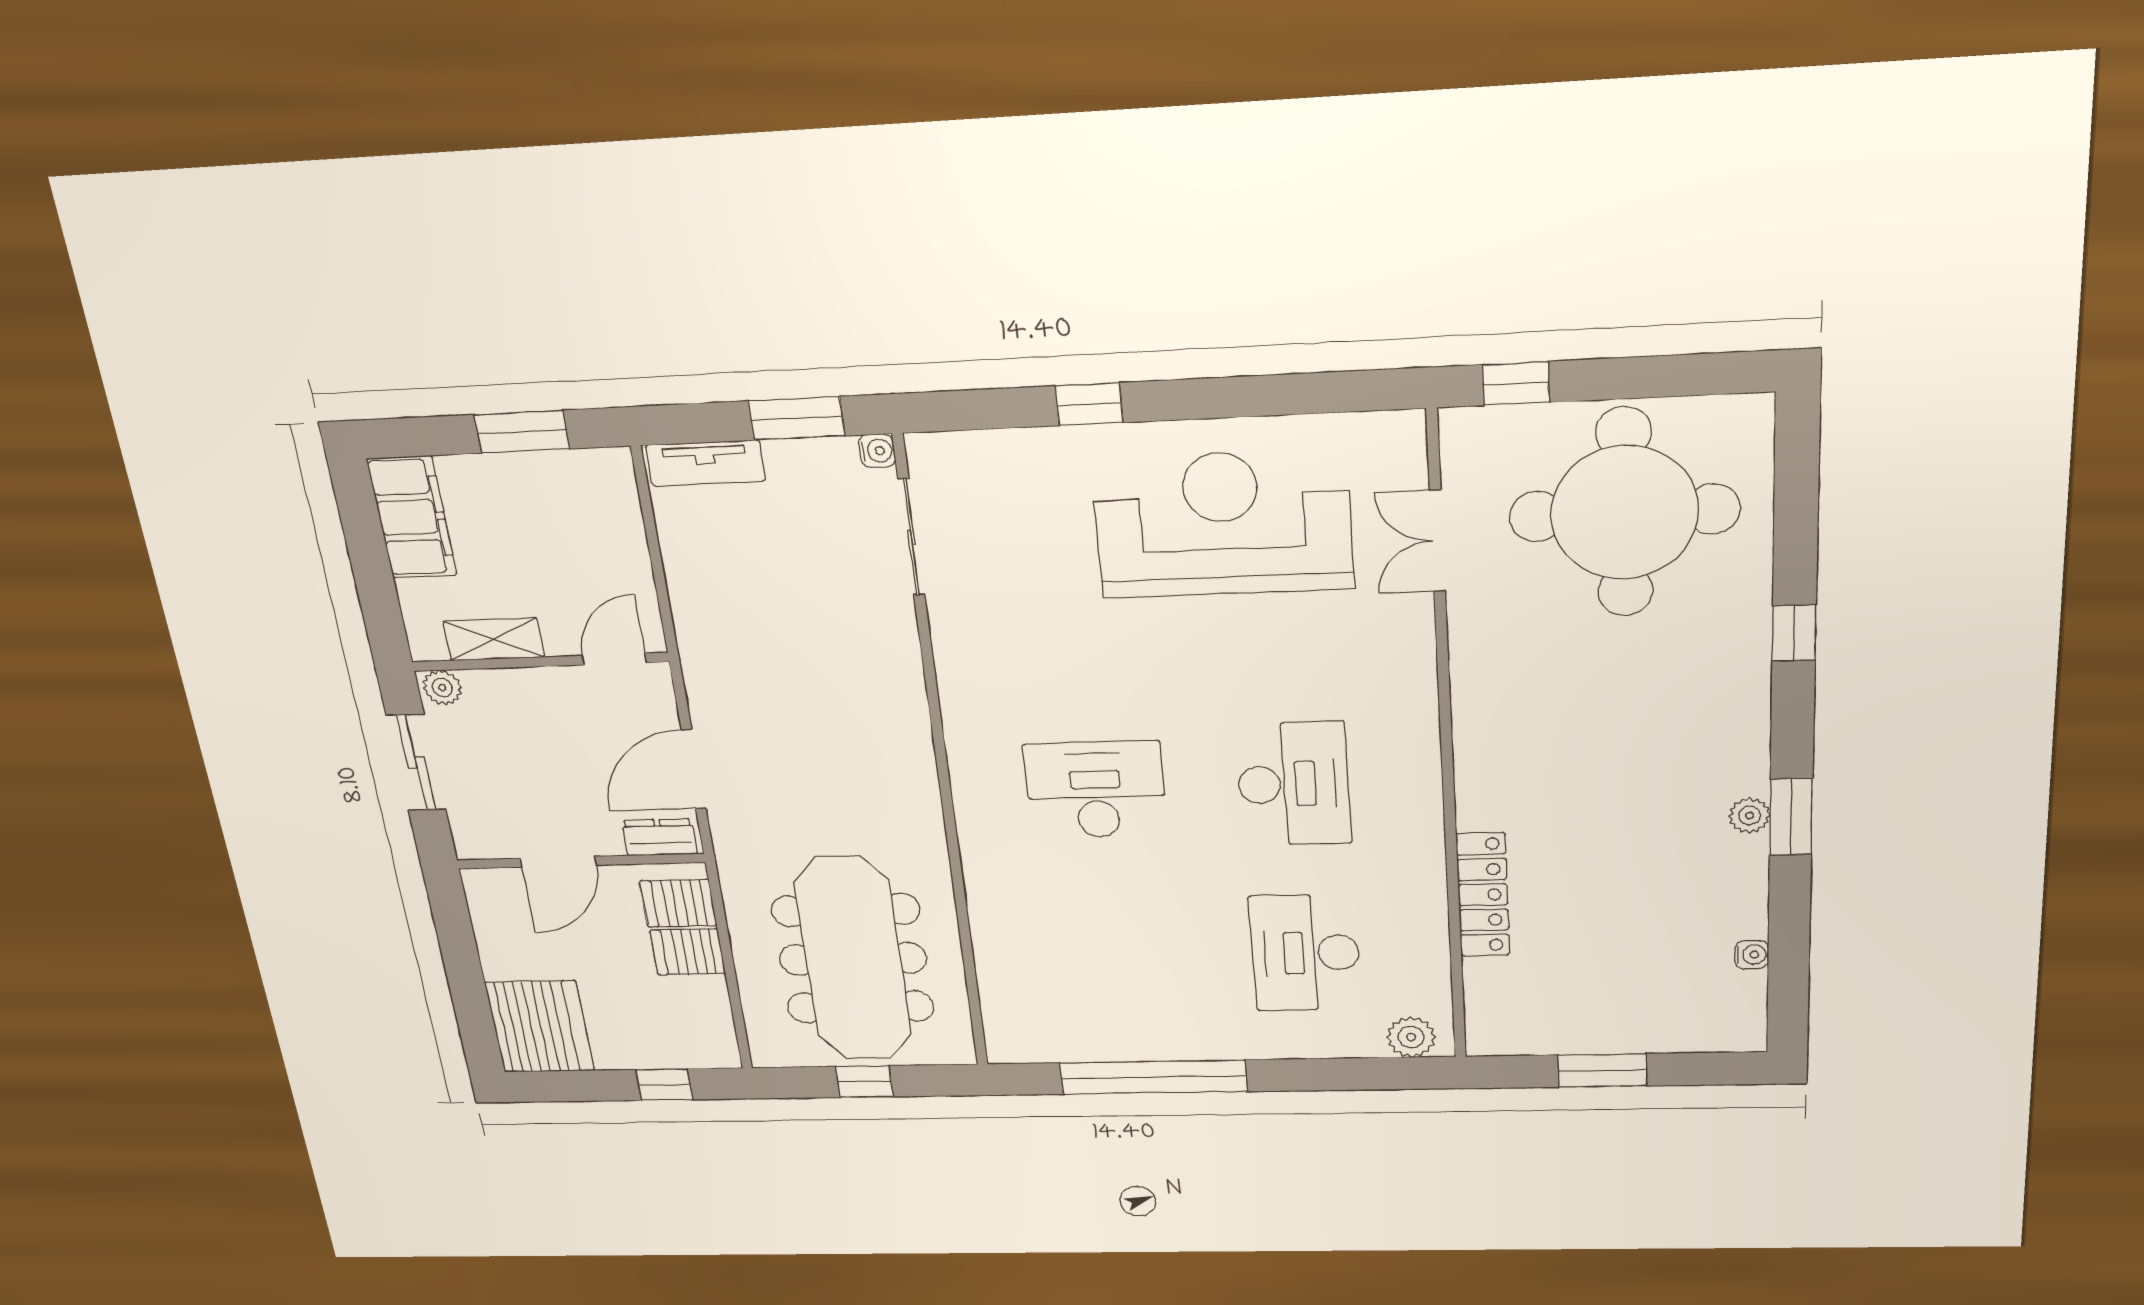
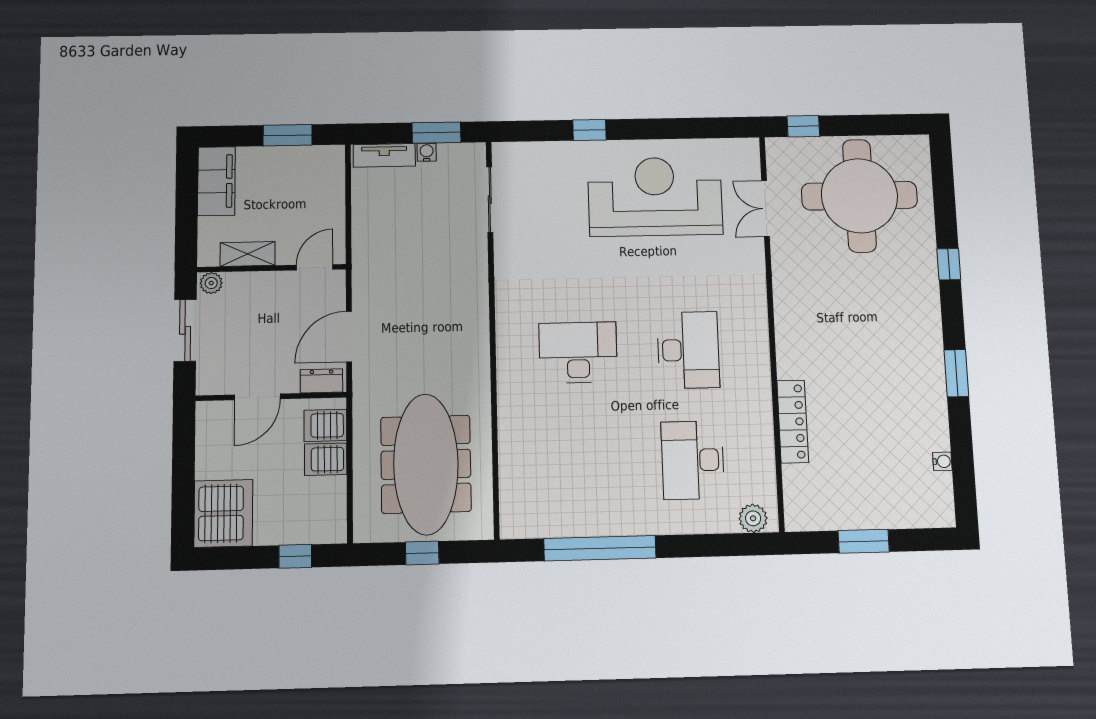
water cooler: (877, 451) -> (427, 152), moved, turned -90
plant: (1750, 815) -> (935, 372), removed

